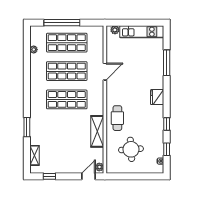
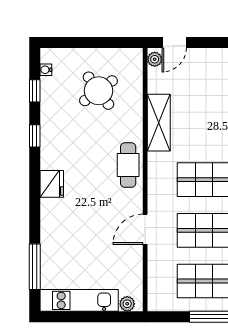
window: (167, 63) -> (35, 267), moved
cafe table: (117, 118) -> (128, 165), moved
round table: (131, 149) -> (98, 91), turned -32

